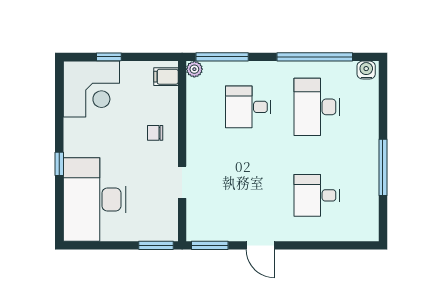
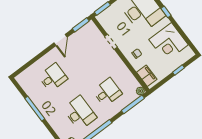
filing cabinet: (166, 77) -> (147, 76), width x2.00
corner desk: (91, 89) -> (169, 42), moved, turned -90
door: (260, 245) -> (60, 40), swing flipped

